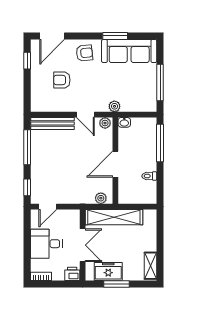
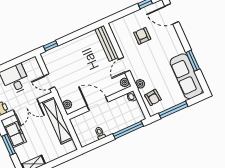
armchair: (84, 53) -> (153, 97), moved
window: (27, 147) -> (81, 32), removed
door: (48, 207) -> (49, 81), moved

